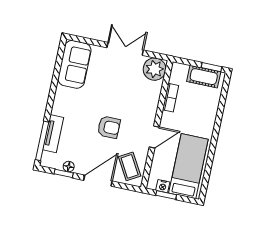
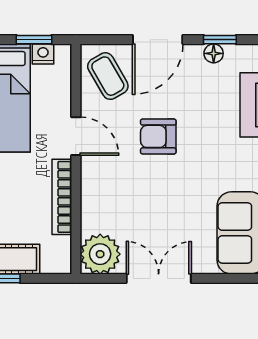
double door: (125, 49) -> (159, 278), swing flipped
bookcase: (171, 98) -> (62, 197), width x1.56
door: (154, 137) -> (76, 136), swing flipped

